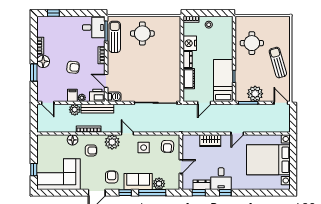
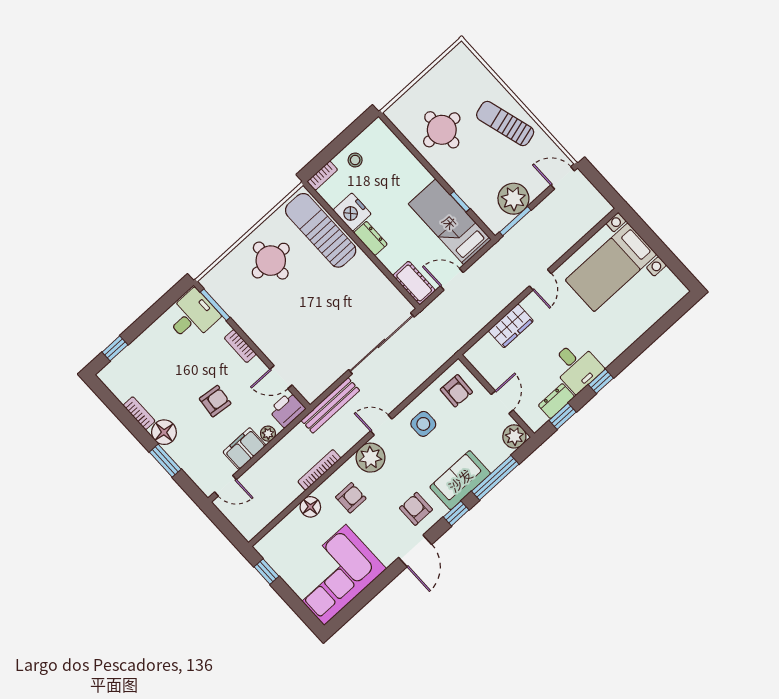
sun lounger: (115, 37) -> (321, 230), moved, width x1.36, depth x1.34
cot: (189, 79) -> (414, 283), moved
filing cabinet: (72, 95) -> (244, 449), width x2.00
barbecue: (114, 97) -> (314, 389), removed
door: (204, 103) -> (452, 279), swing flipped
bench: (97, 109) -> (330, 405), moved
plant: (75, 110) -> (273, 460), removed
bed with nightstands: (268, 160) -> (611, 267), width x0.73
window: (34, 170) -> (266, 572), moved
plant: (159, 184) -> (514, 436), moved

